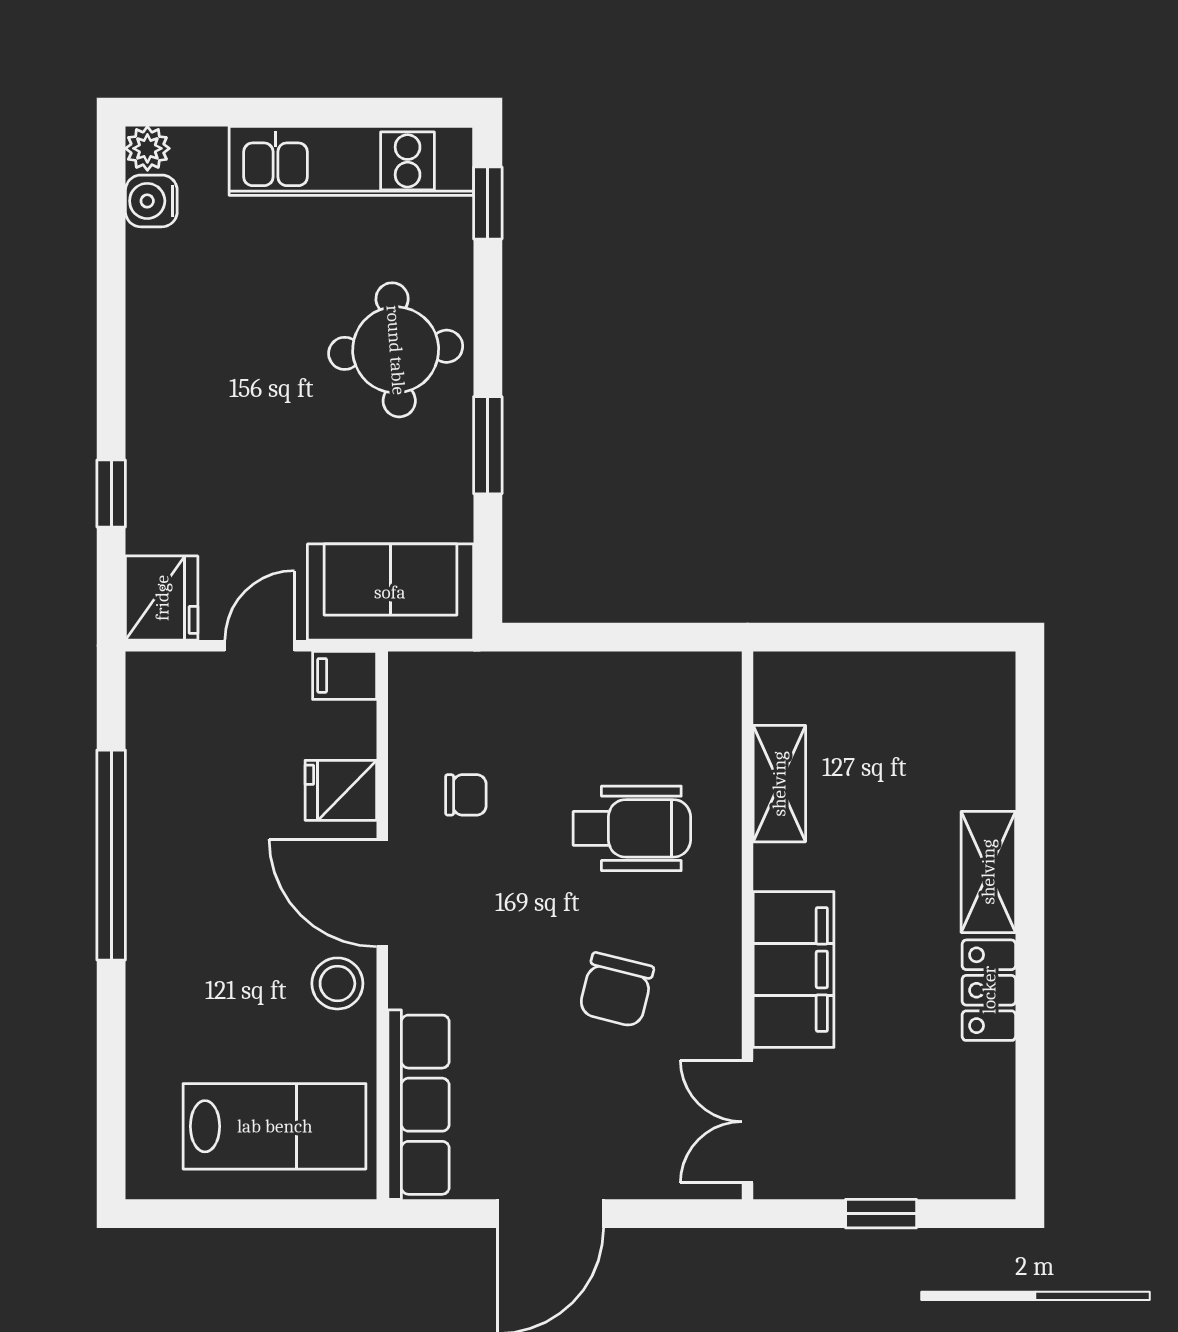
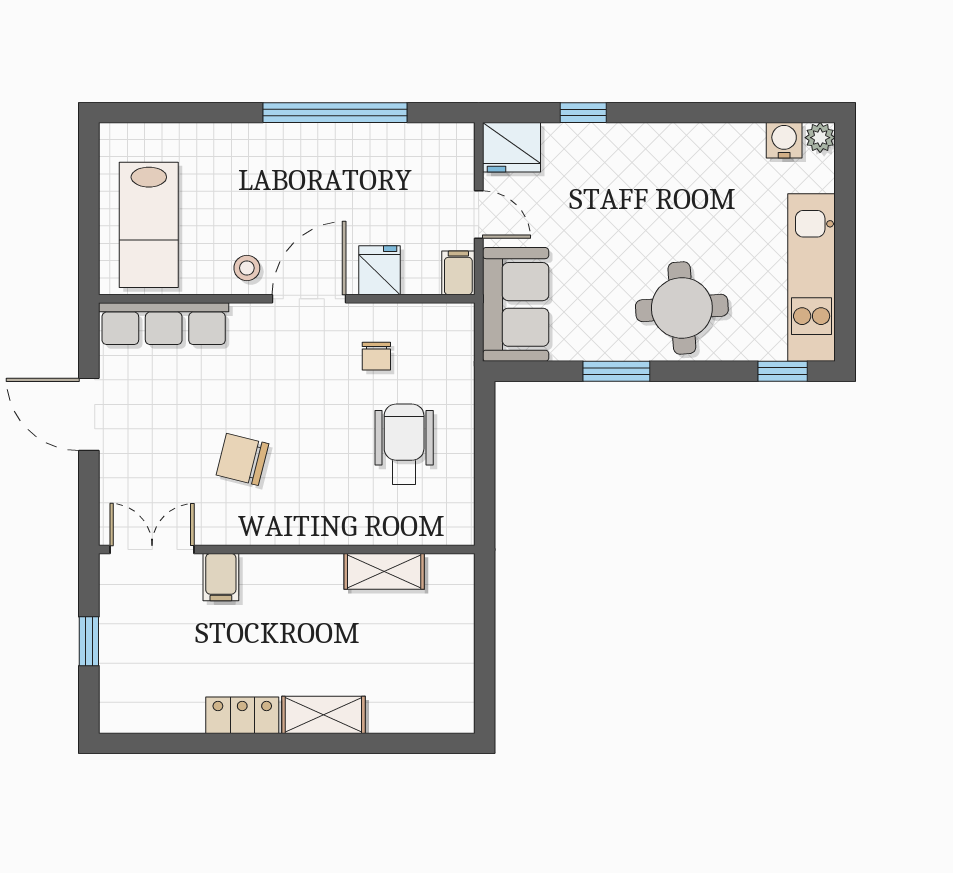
wheelchair: (632, 828) -> (404, 444), moved, turned 180
filing cabinet: (794, 969) -> (221, 577), width x0.33, depth x0.86
stool: (337, 983) -> (247, 268), width x0.73, depth x0.73

